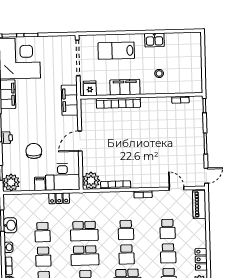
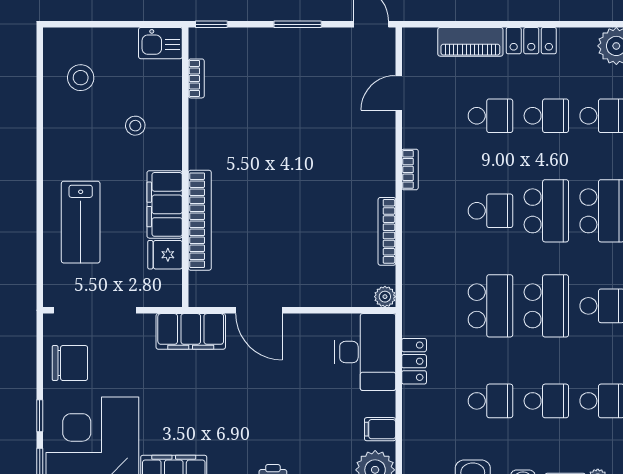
kitchen sink: (154, 40) -> (160, 43), moved, turned 90
stool: (179, 49) -> (81, 78), added
fridge: (90, 88) -> (165, 255), moved
door: (80, 141) -> (259, 310), moved
chair: (34, 151) -> (70, 363), moved, turned 180
plant: (91, 181) -> (385, 297), width x0.53, depth x0.53
filing cabinet: (40, 184) -> (380, 429), moved
piano: (199, 204) -> (470, 42), moved
school desk: (127, 254) -> (546, 211), width x1.85
locker: (201, 259) -> (531, 41), moved

